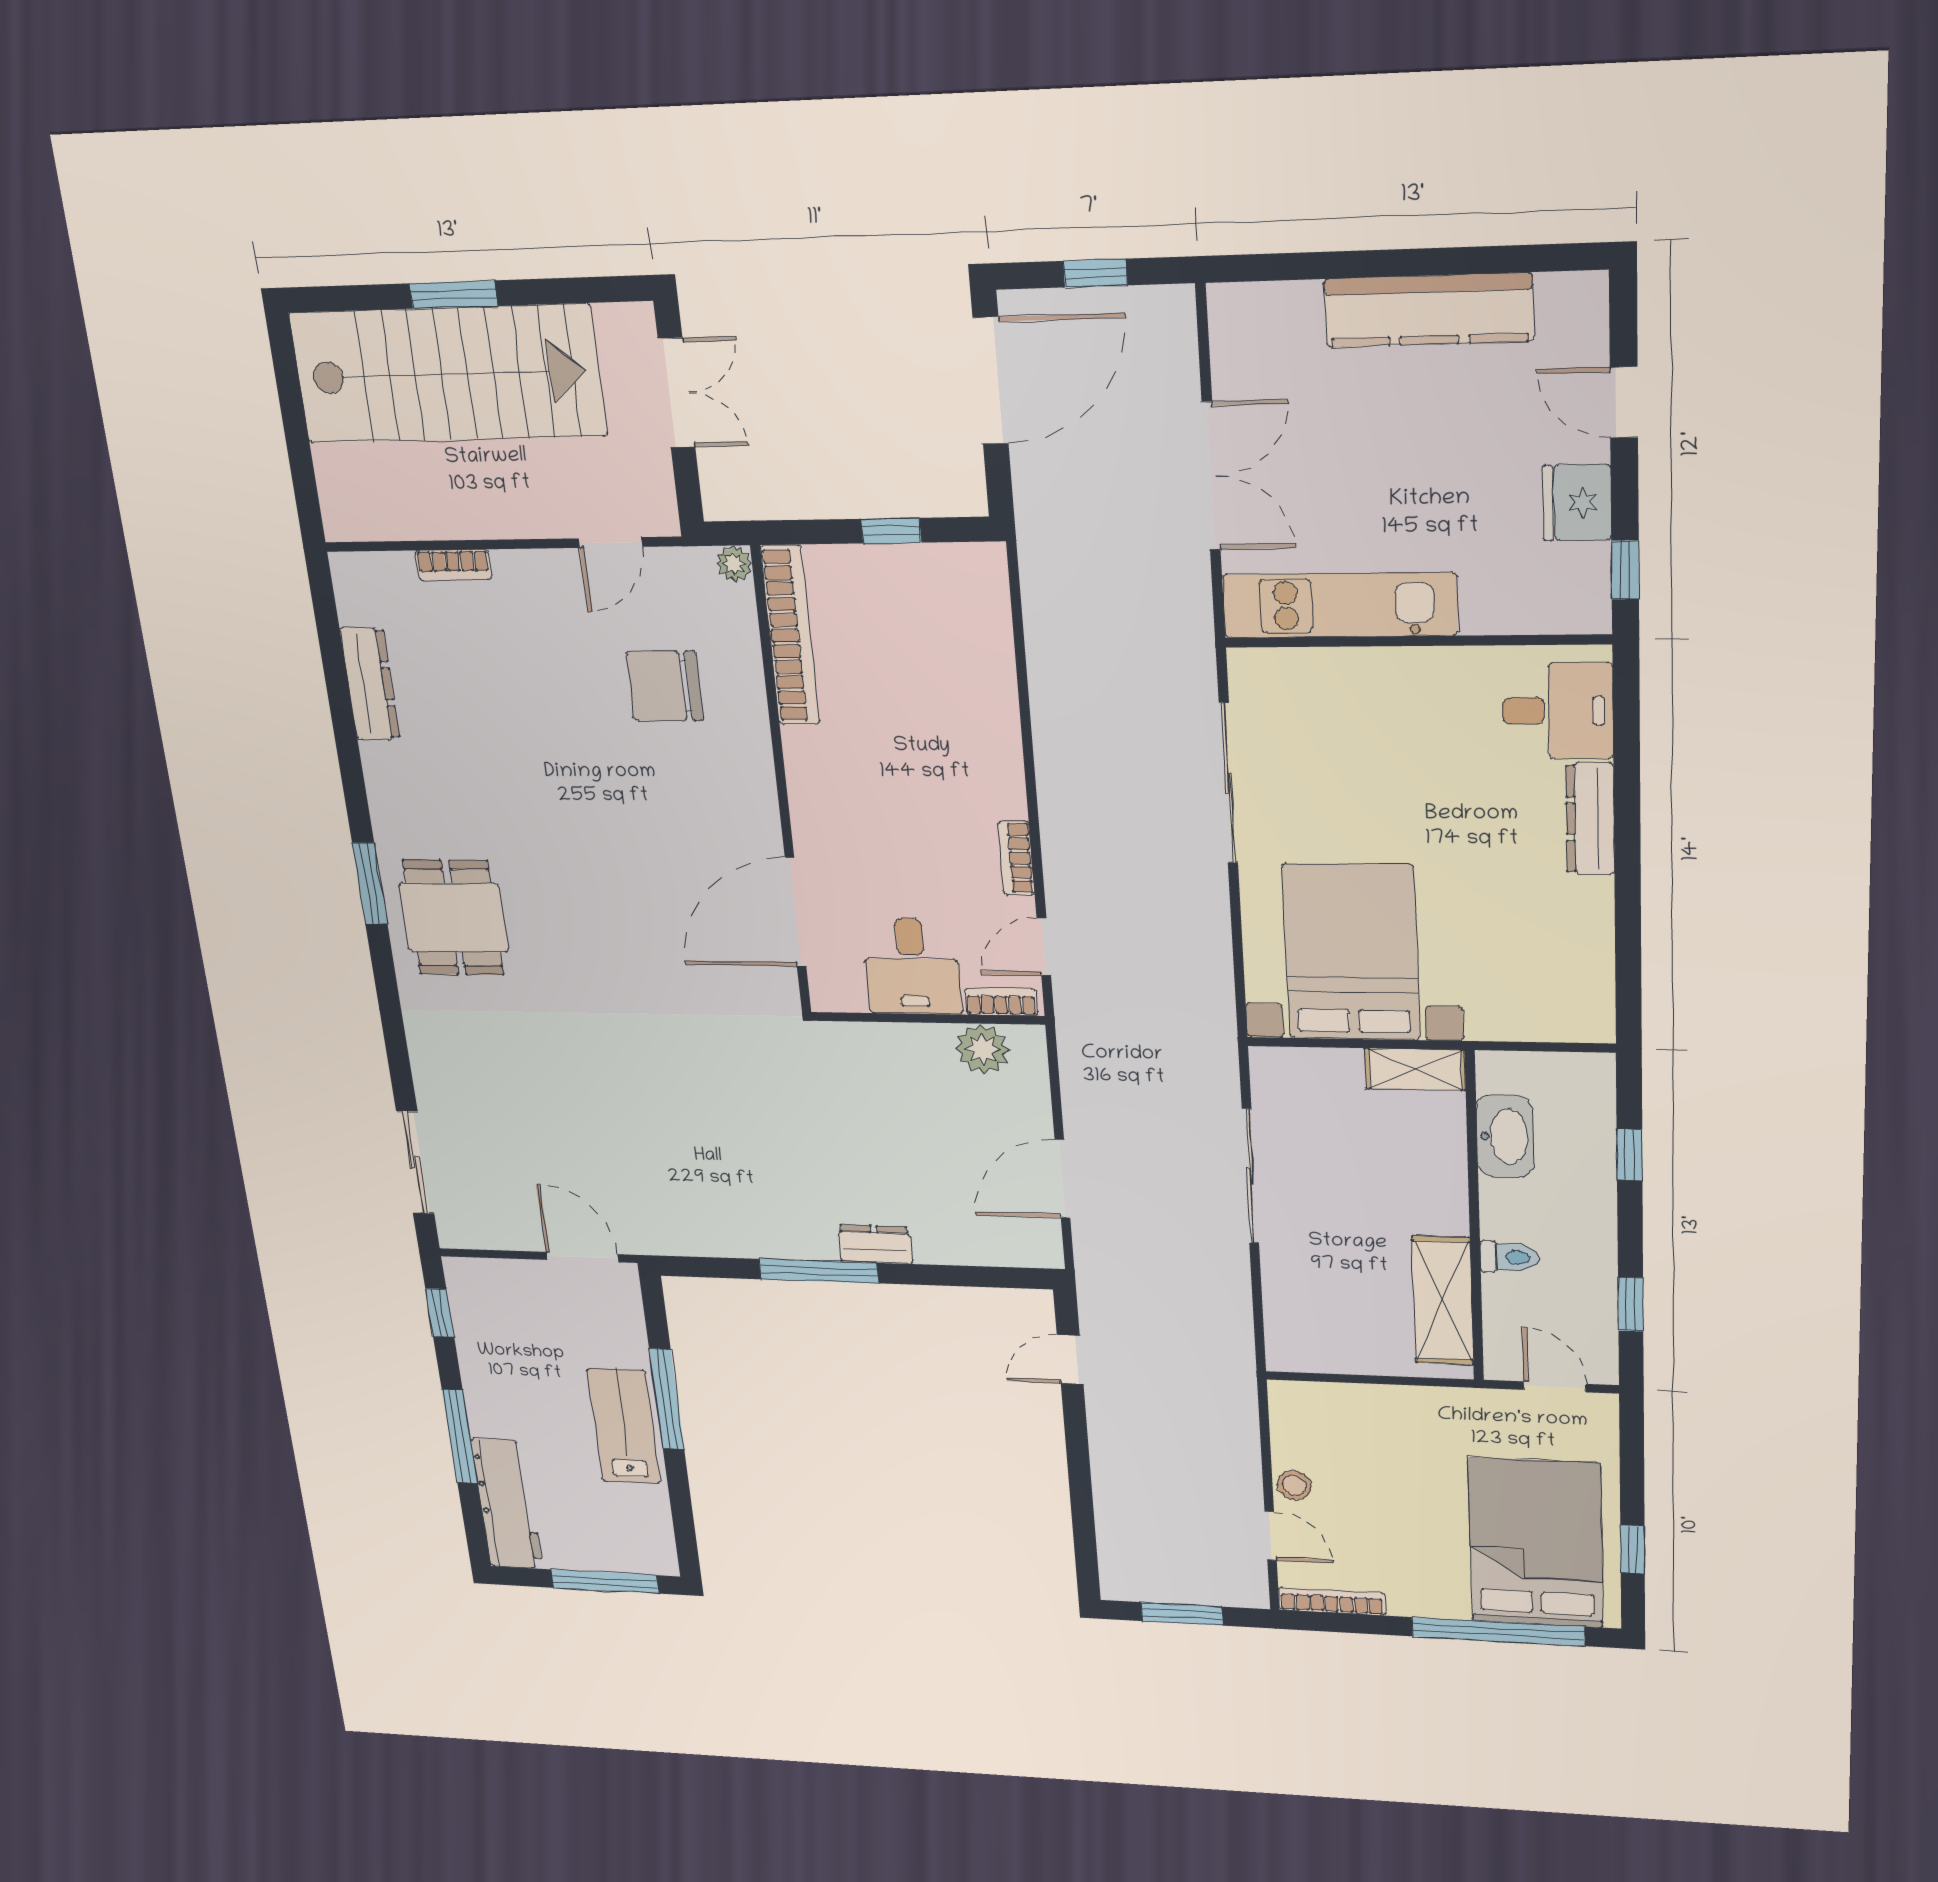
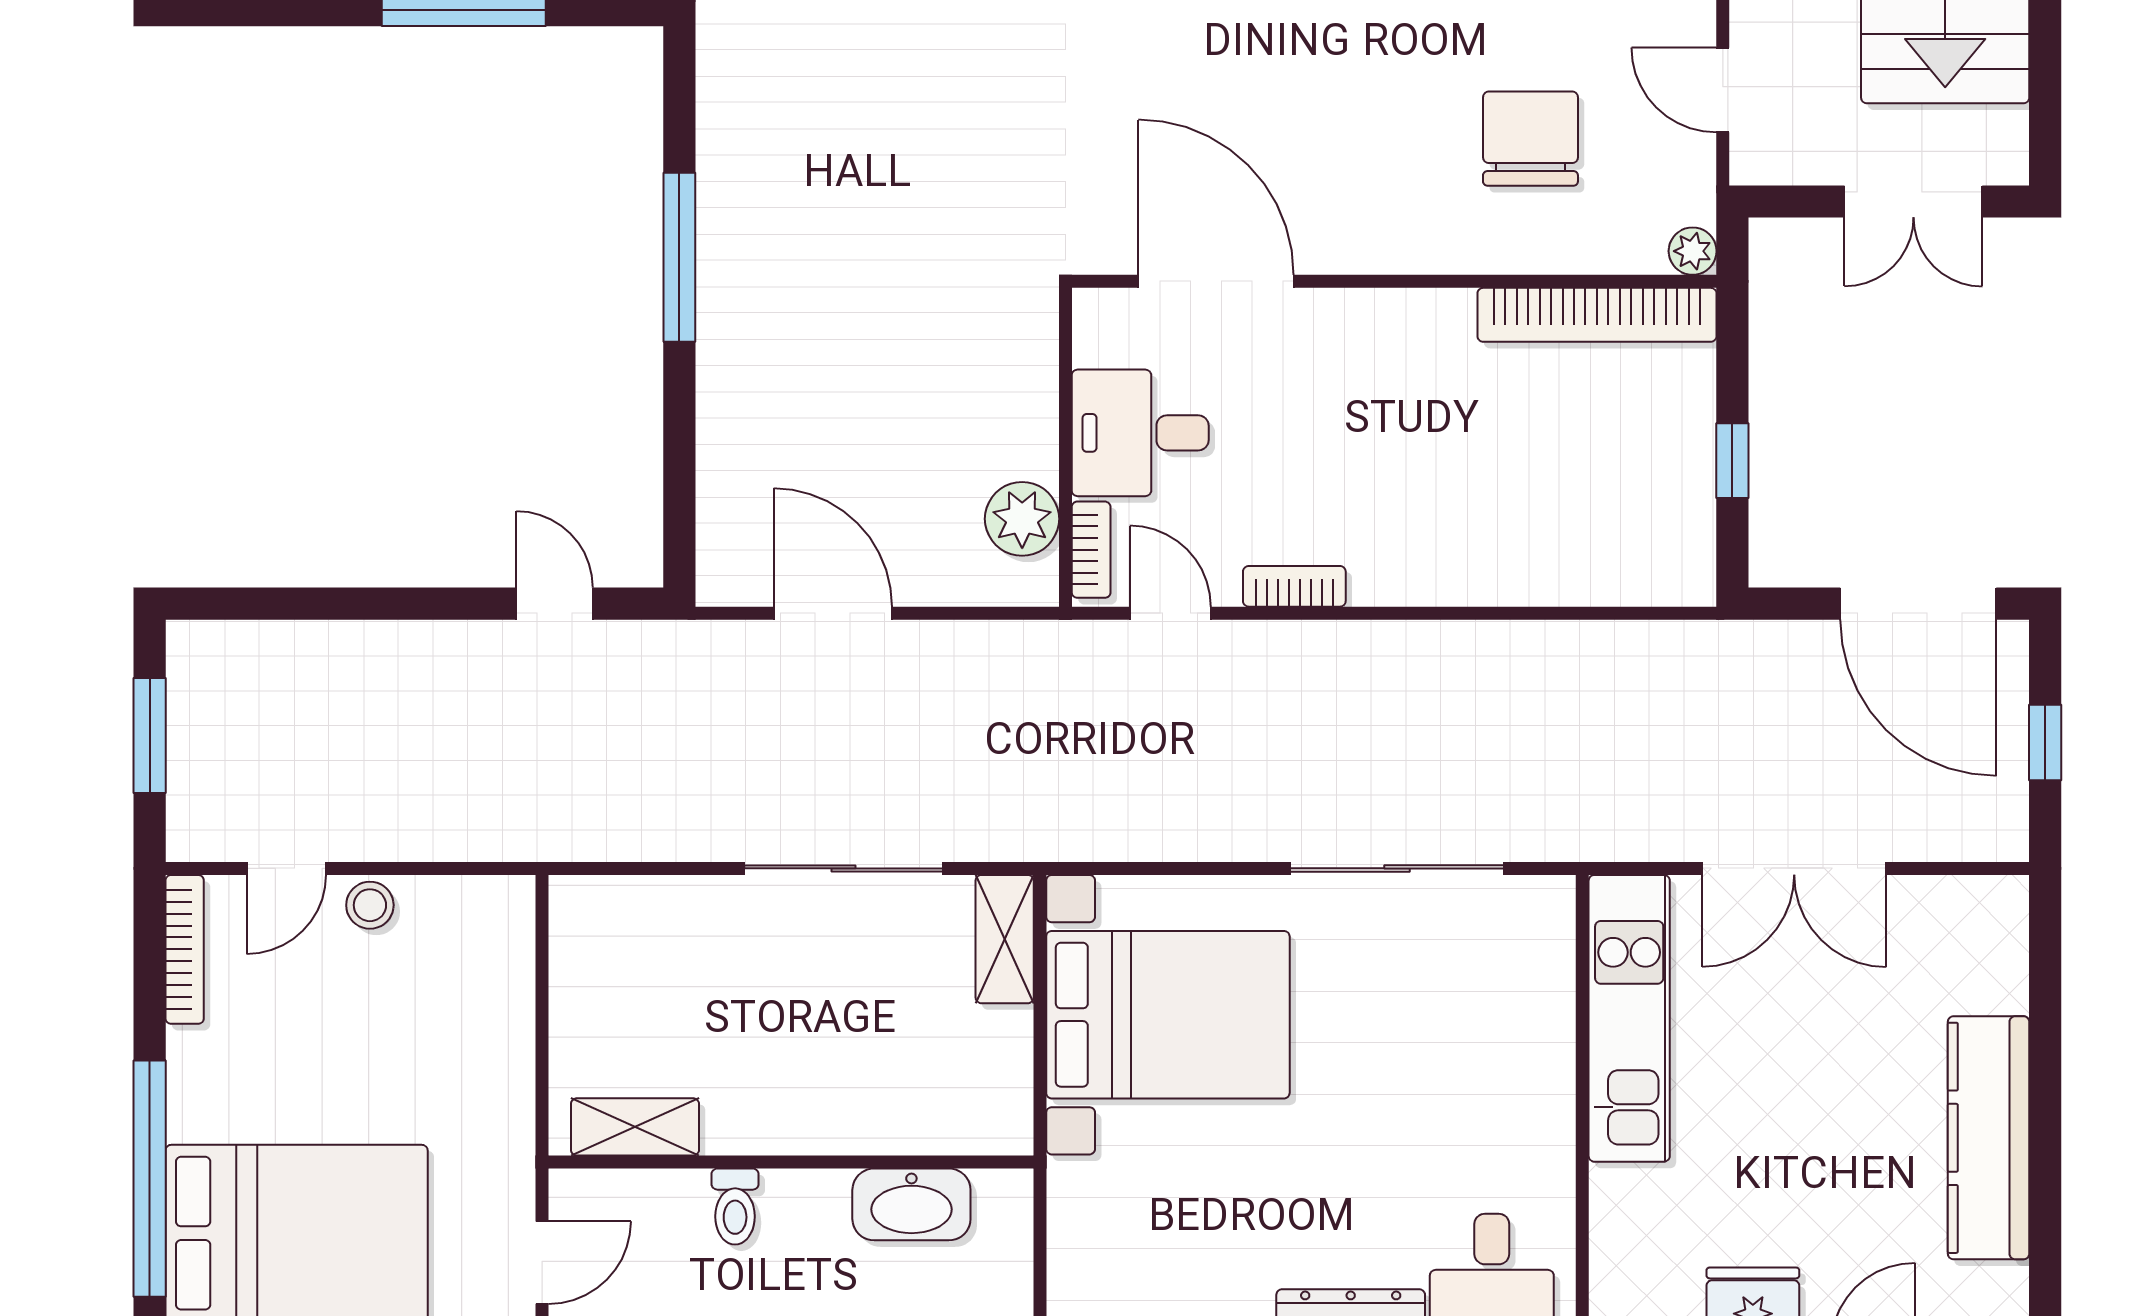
shelving: (1415, 1069) -> (1005, 939), moved
dresser: (875, 1244) -> (724, 342), removed
shelving: (1443, 1301) -> (635, 1127), width x0.67, depth x0.75

